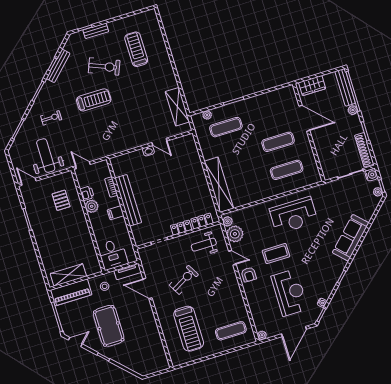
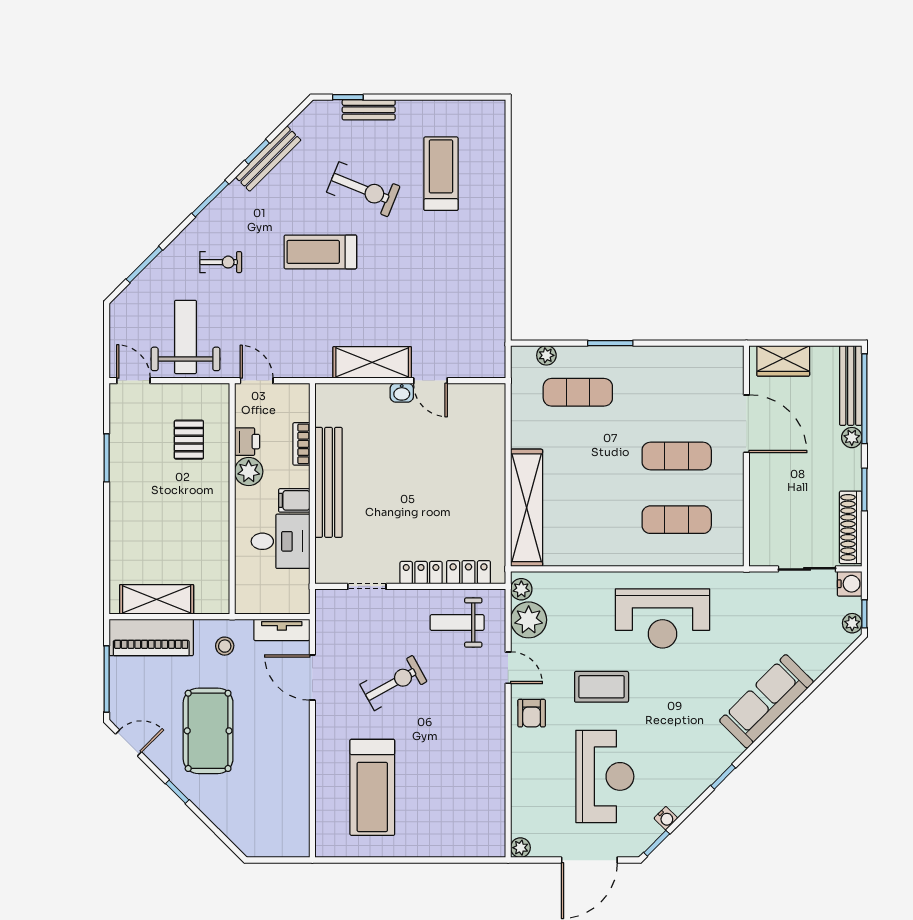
treadmill: (94, 100) -> (320, 252), turned 180
shelving: (177, 107) -> (372, 362), moved, turned 90
desk: (113, 254) -> (280, 541), moved, turned -90
exercise mat: (231, 331) -> (459, 819), removed

